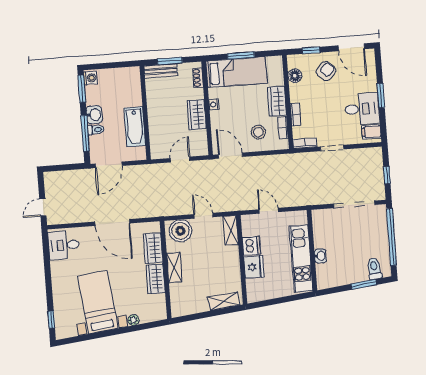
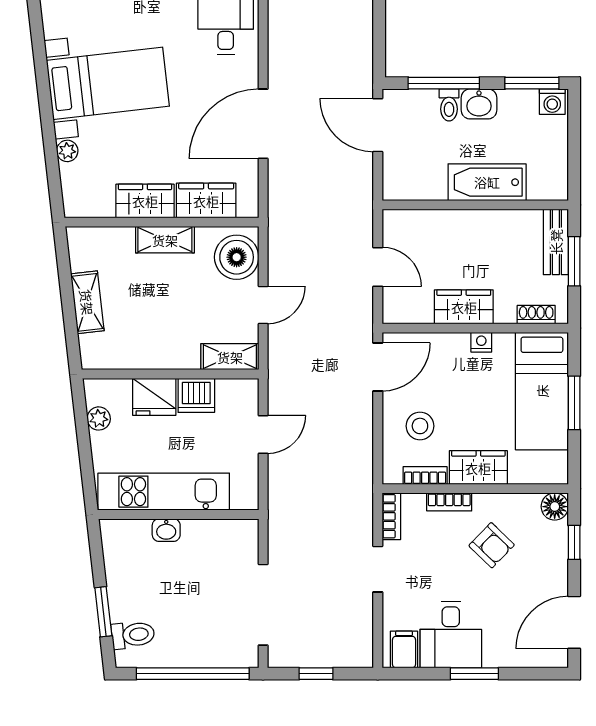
armchair: (326, 71) -> (492, 545), moved
floor lamp: (295, 76) -> (555, 507), moved
bathtub: (135, 127) -> (487, 182), moved
plant: (267, 294) -> (99, 418), added
shelving: (224, 301) -> (87, 302), moved

